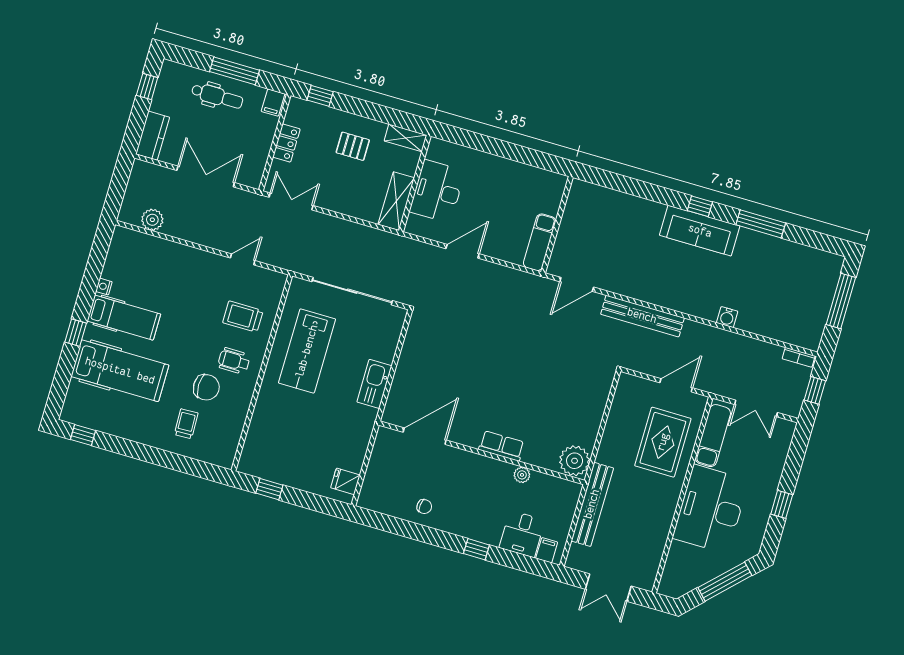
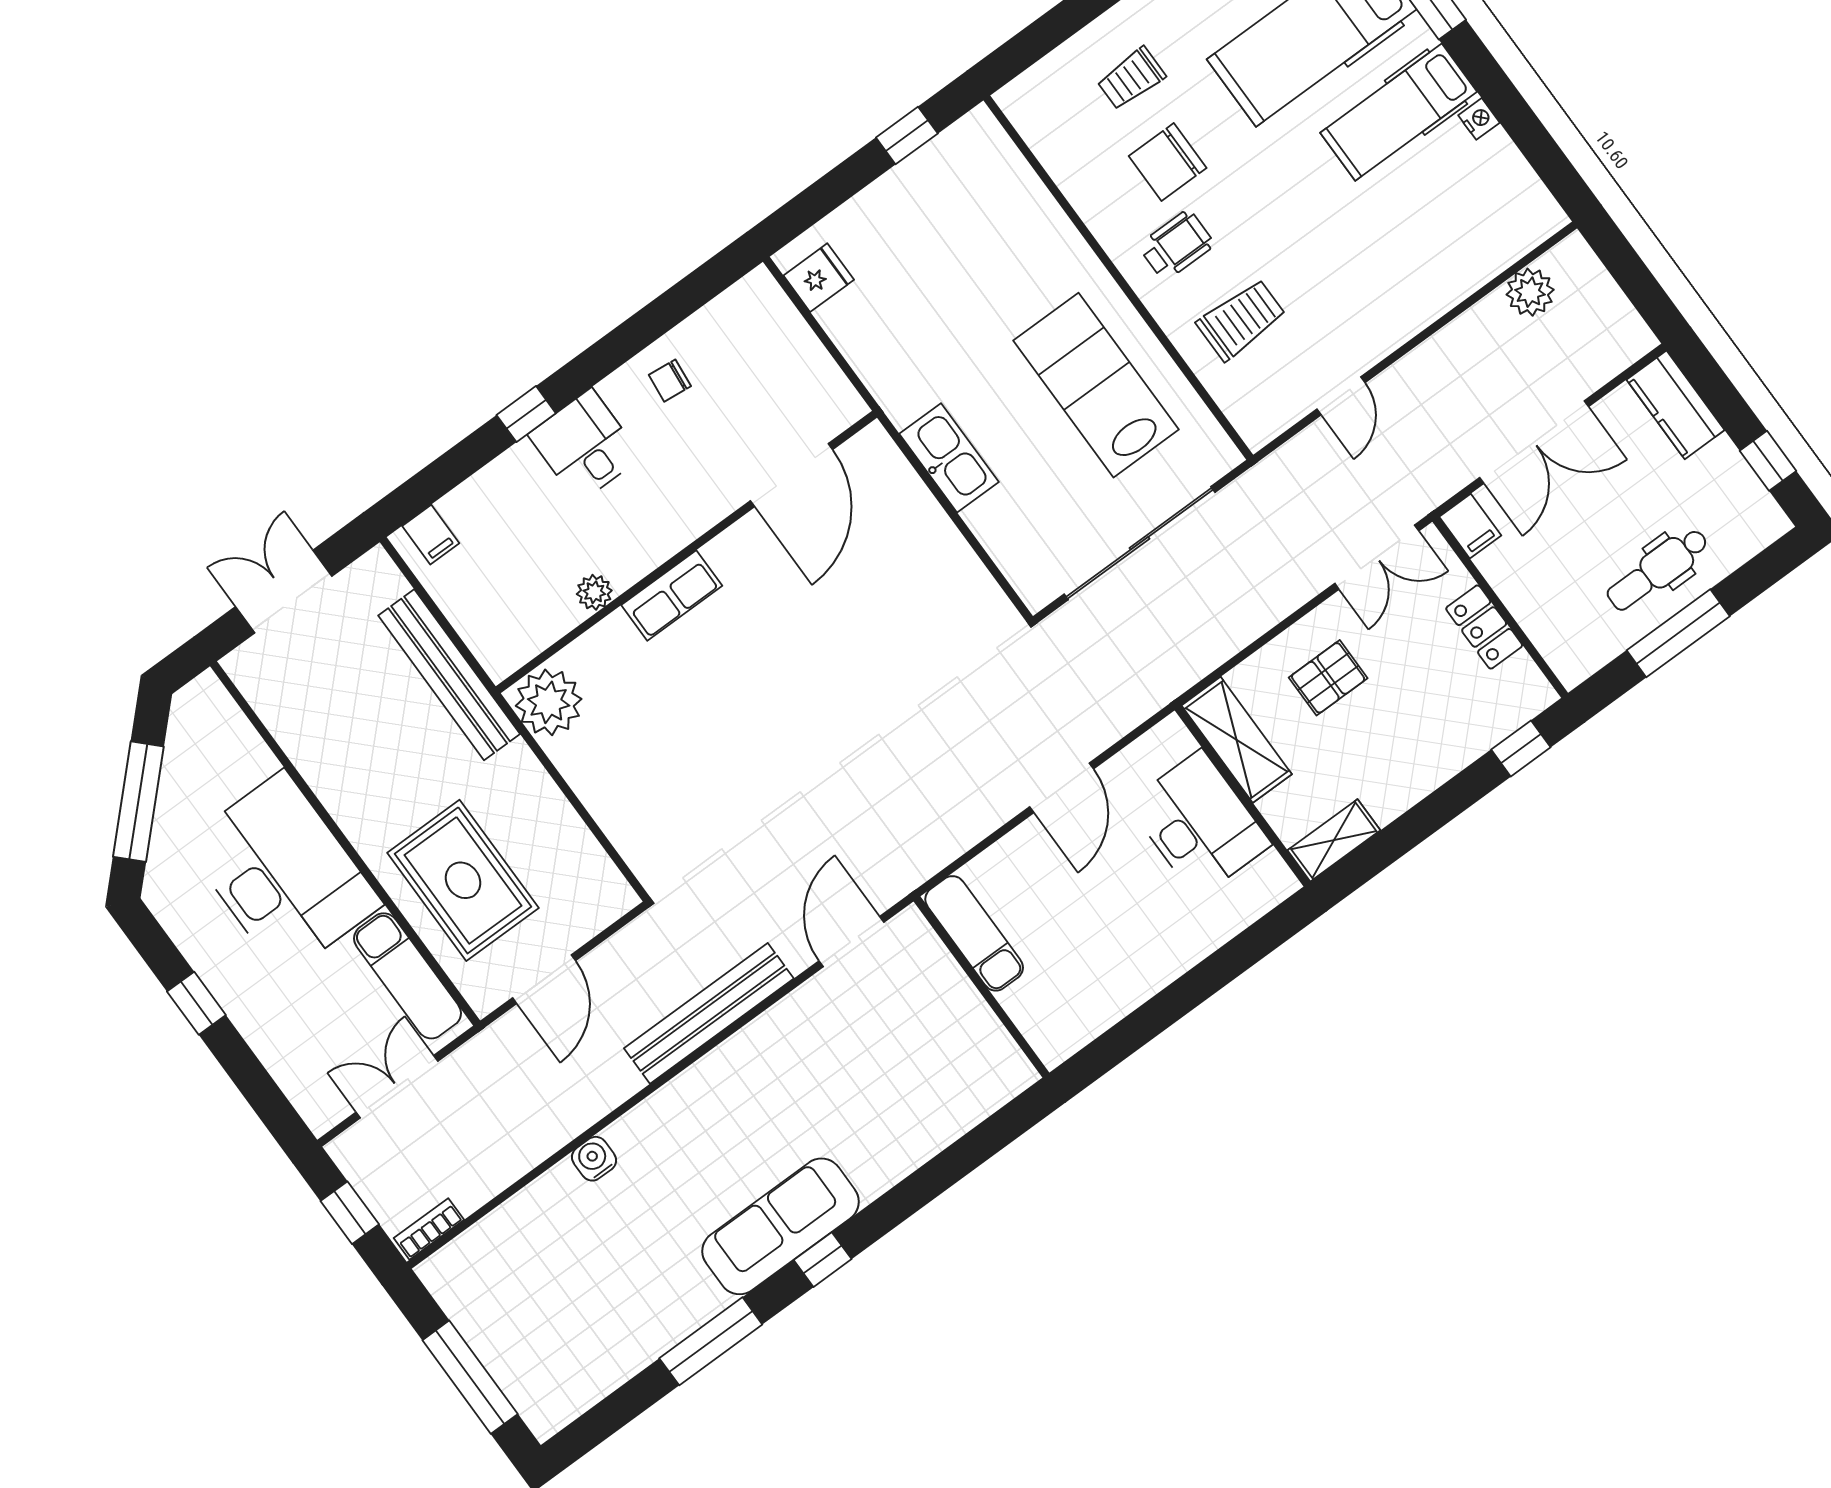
filing cabinet: (273, 103) -> (1470, 526), moved, turned 180
pallet: (353, 146) -> (1328, 678), moved
trolley: (186, 424) -> (1131, 78), turned 92
desk: (522, 534) -> (585, 446), moved

